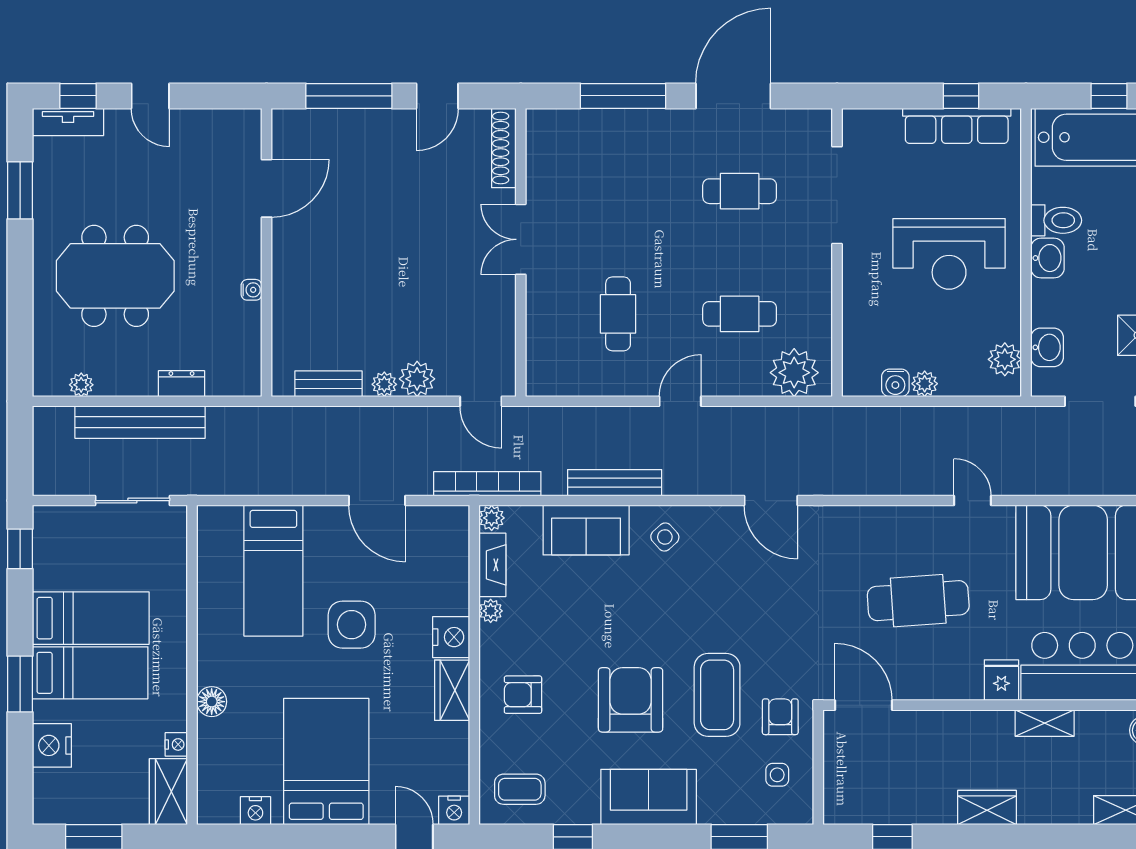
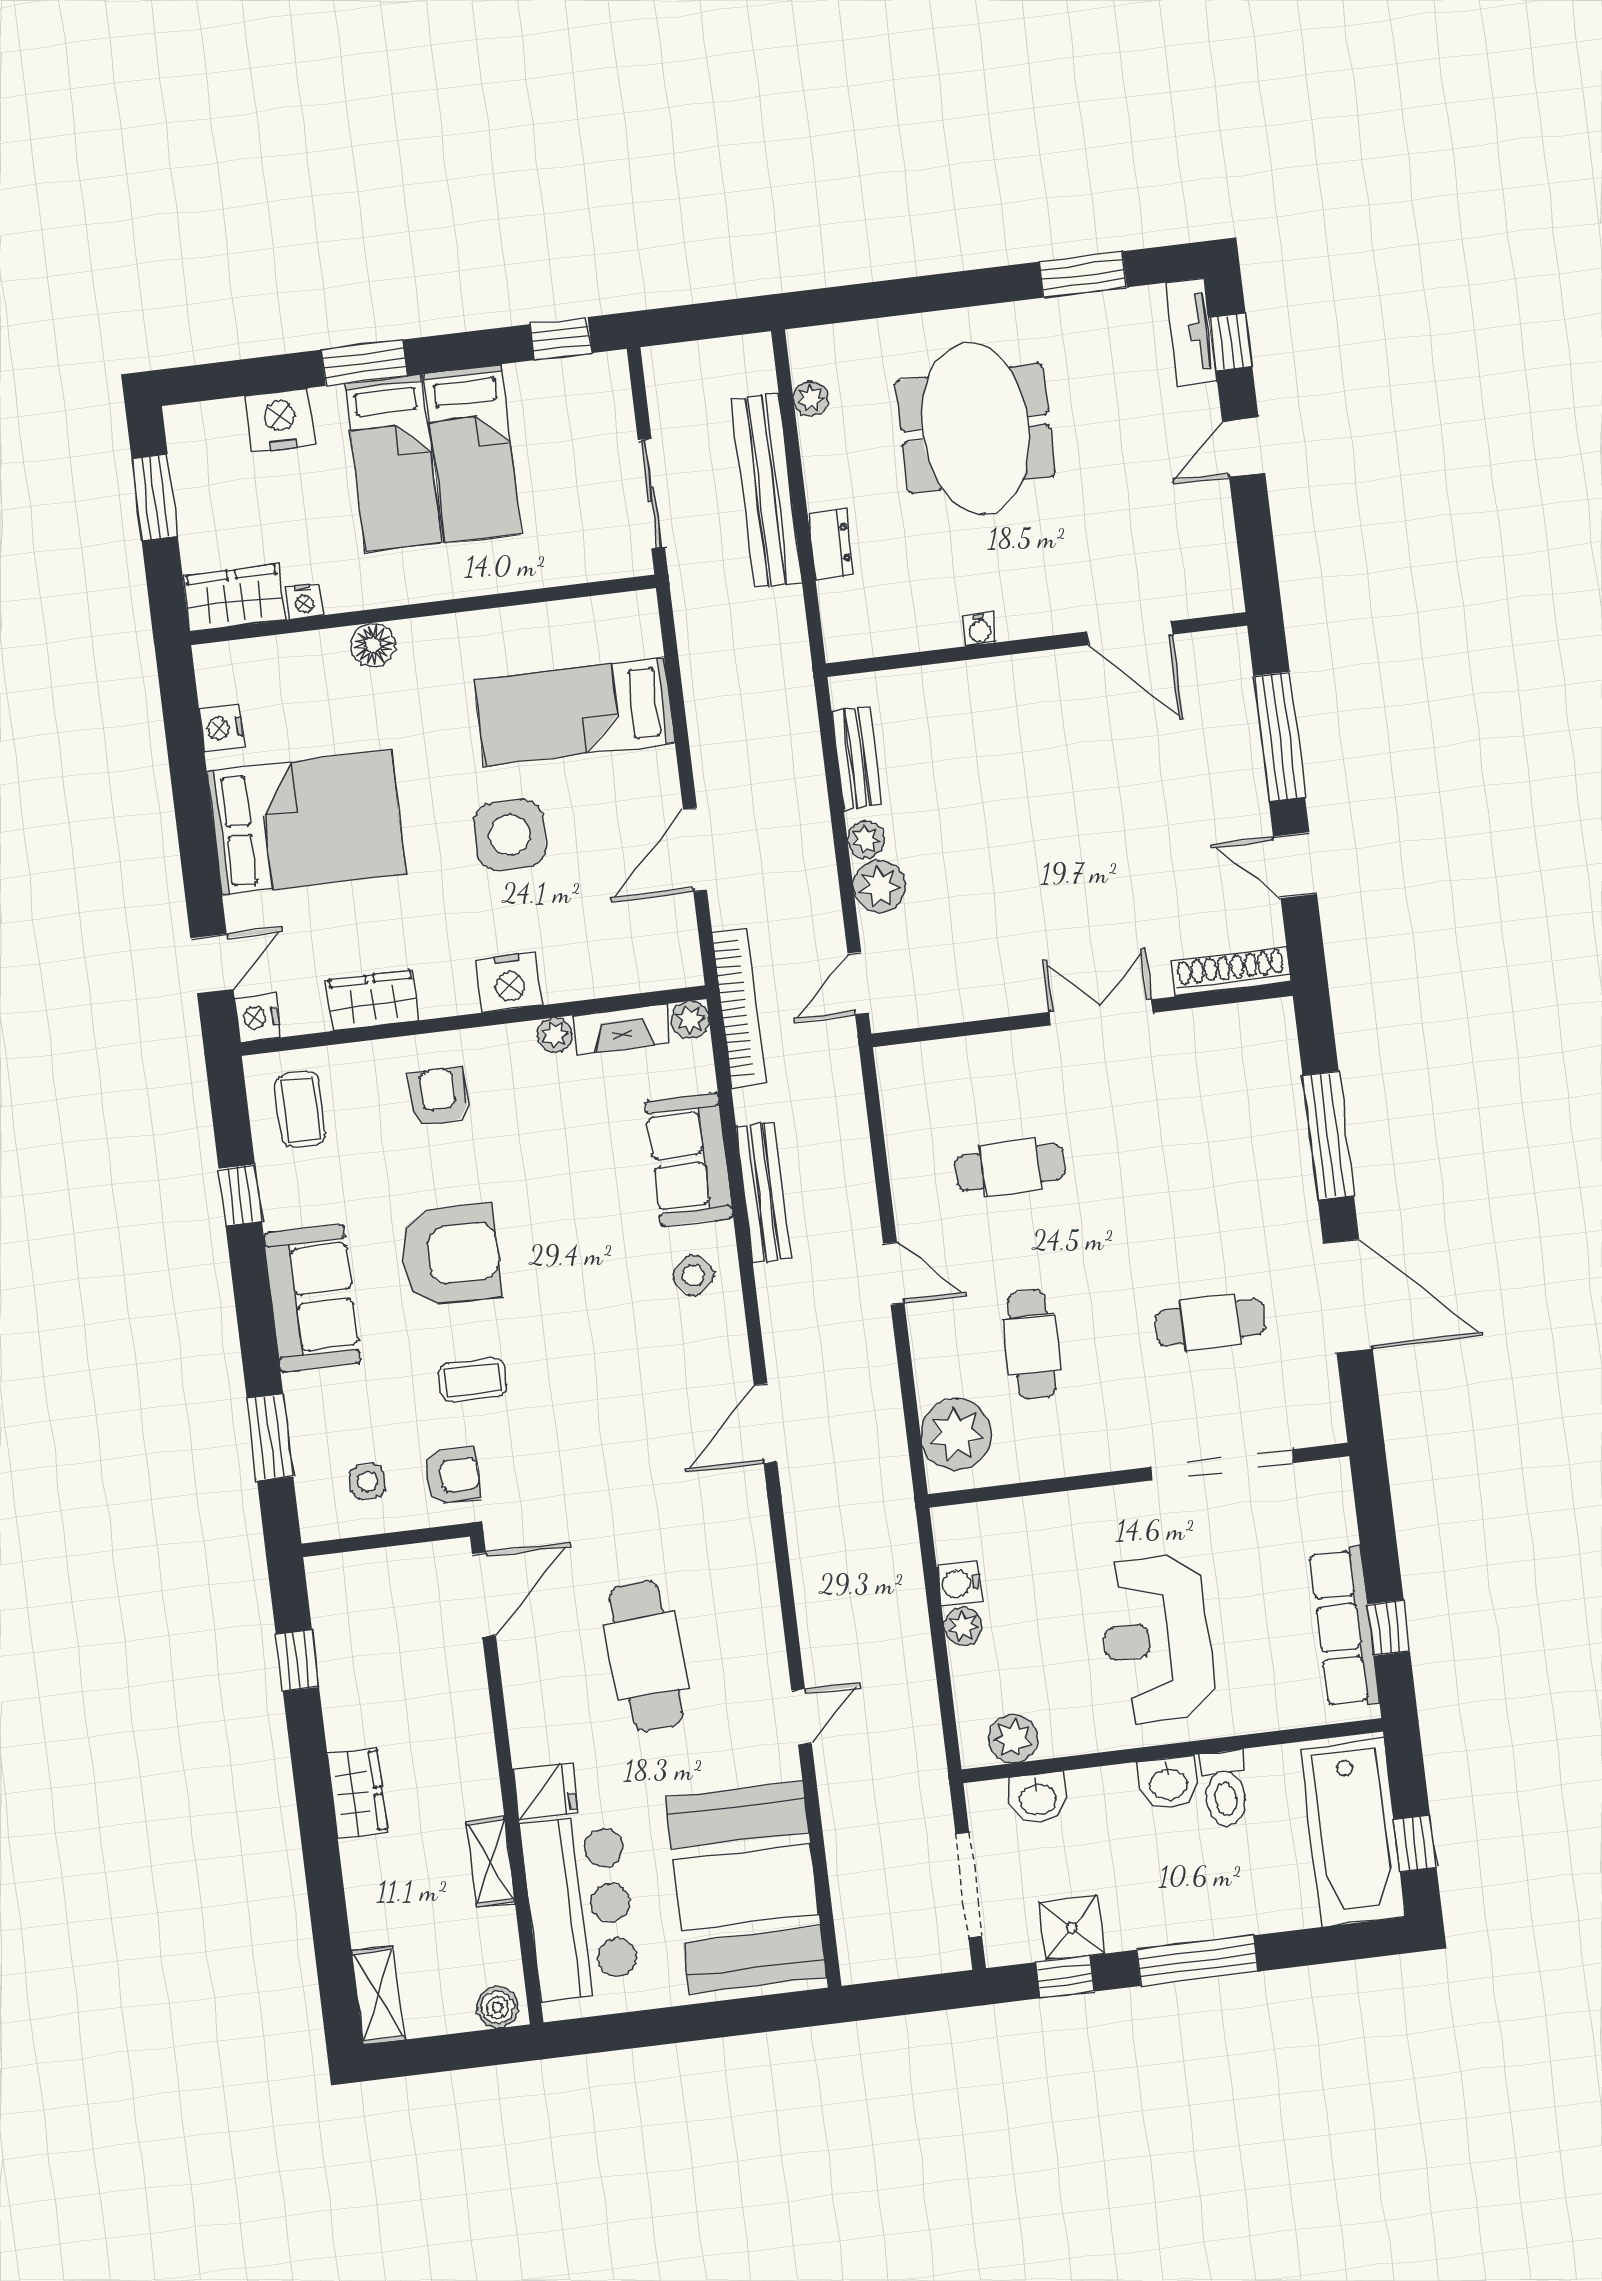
cafe table: (740, 191) -> (1210, 1322), turned 90
wardrobe: (452, 690) -> (373, 1000), moved
coffee table: (717, 695) -> (473, 1380), width x0.54, depth x0.58

